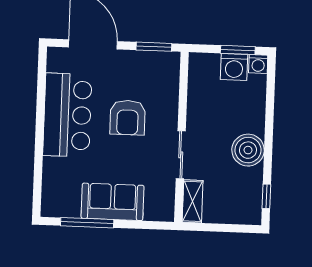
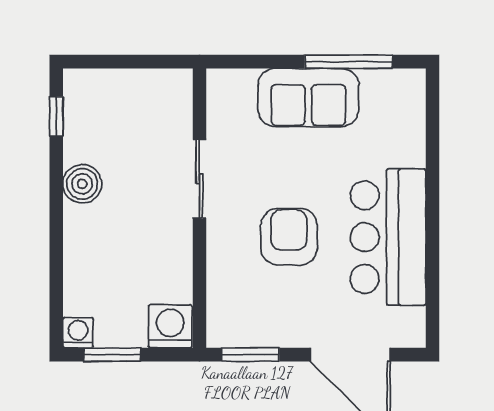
washing machine: (234, 67) -> (170, 326), moved
boiler: (248, 150) -> (82, 184), width x0.73, depth x0.73
shelving: (193, 201) -> (177, 103), removed

